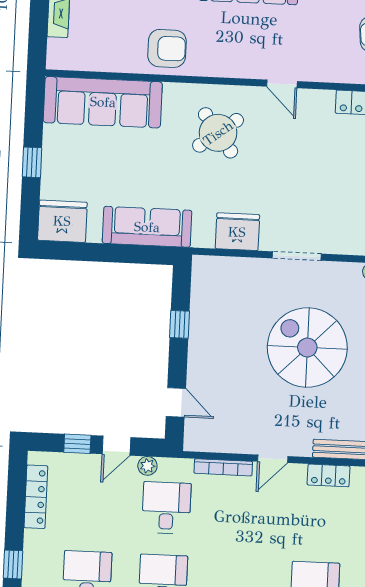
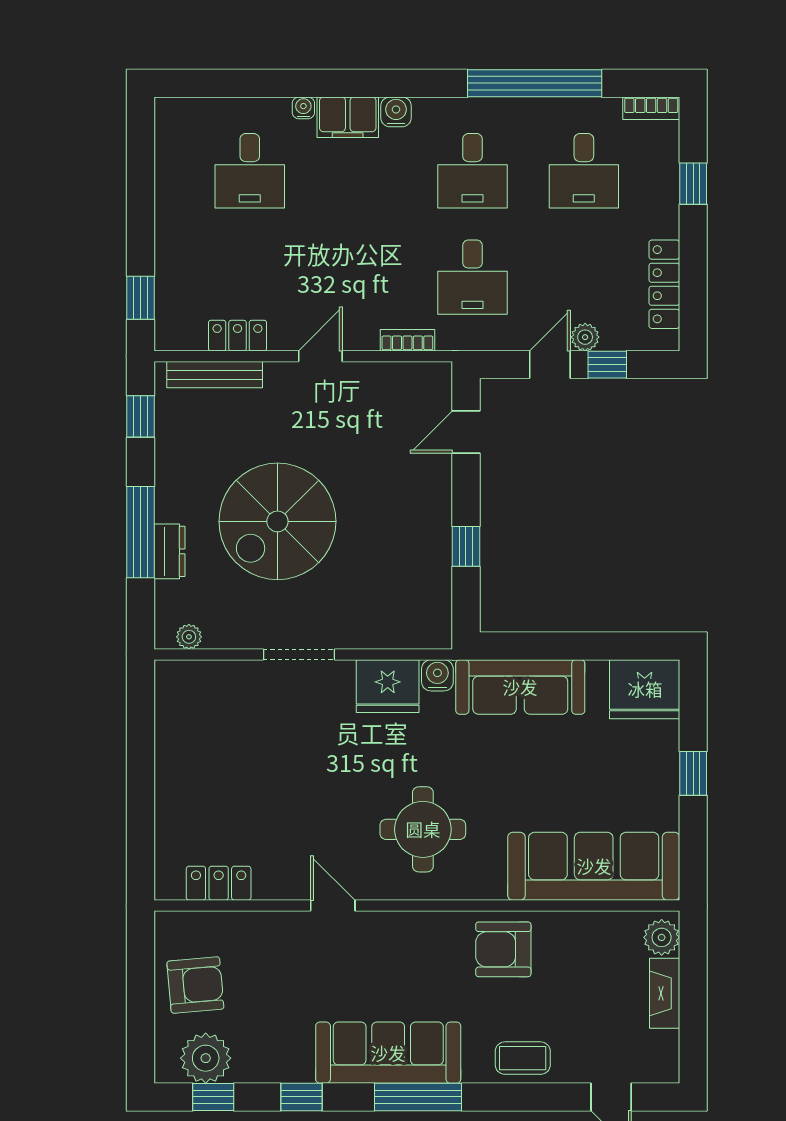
plant: (59, 51) -> (662, 937), added
round table: (218, 133) -> (423, 829), turned 37
water cooler: (203, 237) -> (437, 675), added
spiral stairs: (307, 348) -> (277, 521), turned 90
door: (176, 402) -> (466, 432), hinge flipped
plant: (147, 466) -> (585, 337), moved
bookcase: (223, 467) -> (407, 340), width x0.64

